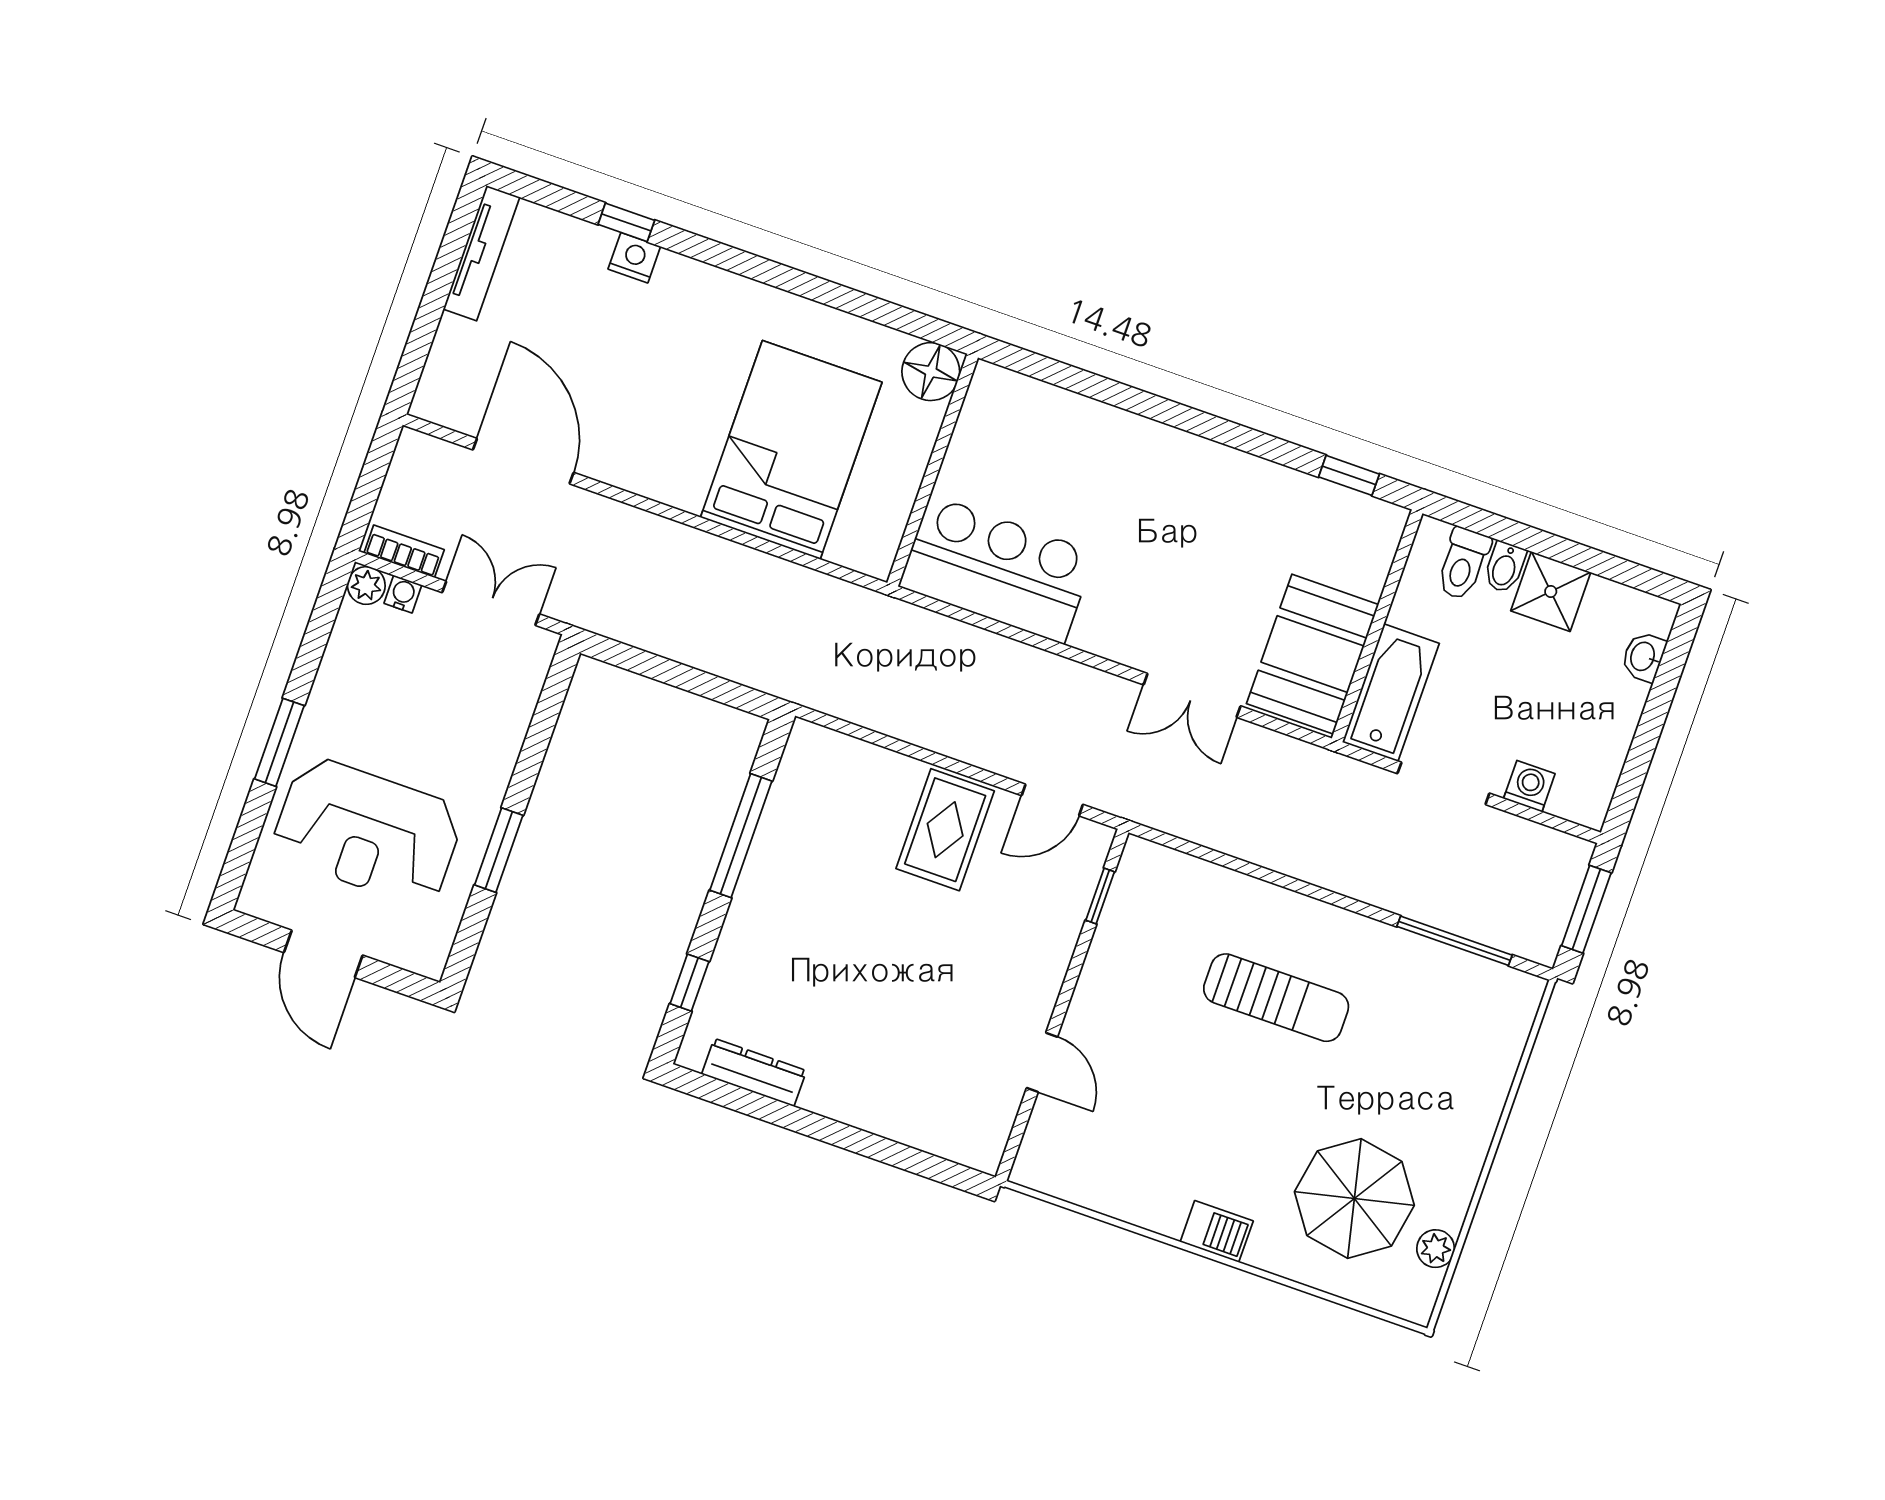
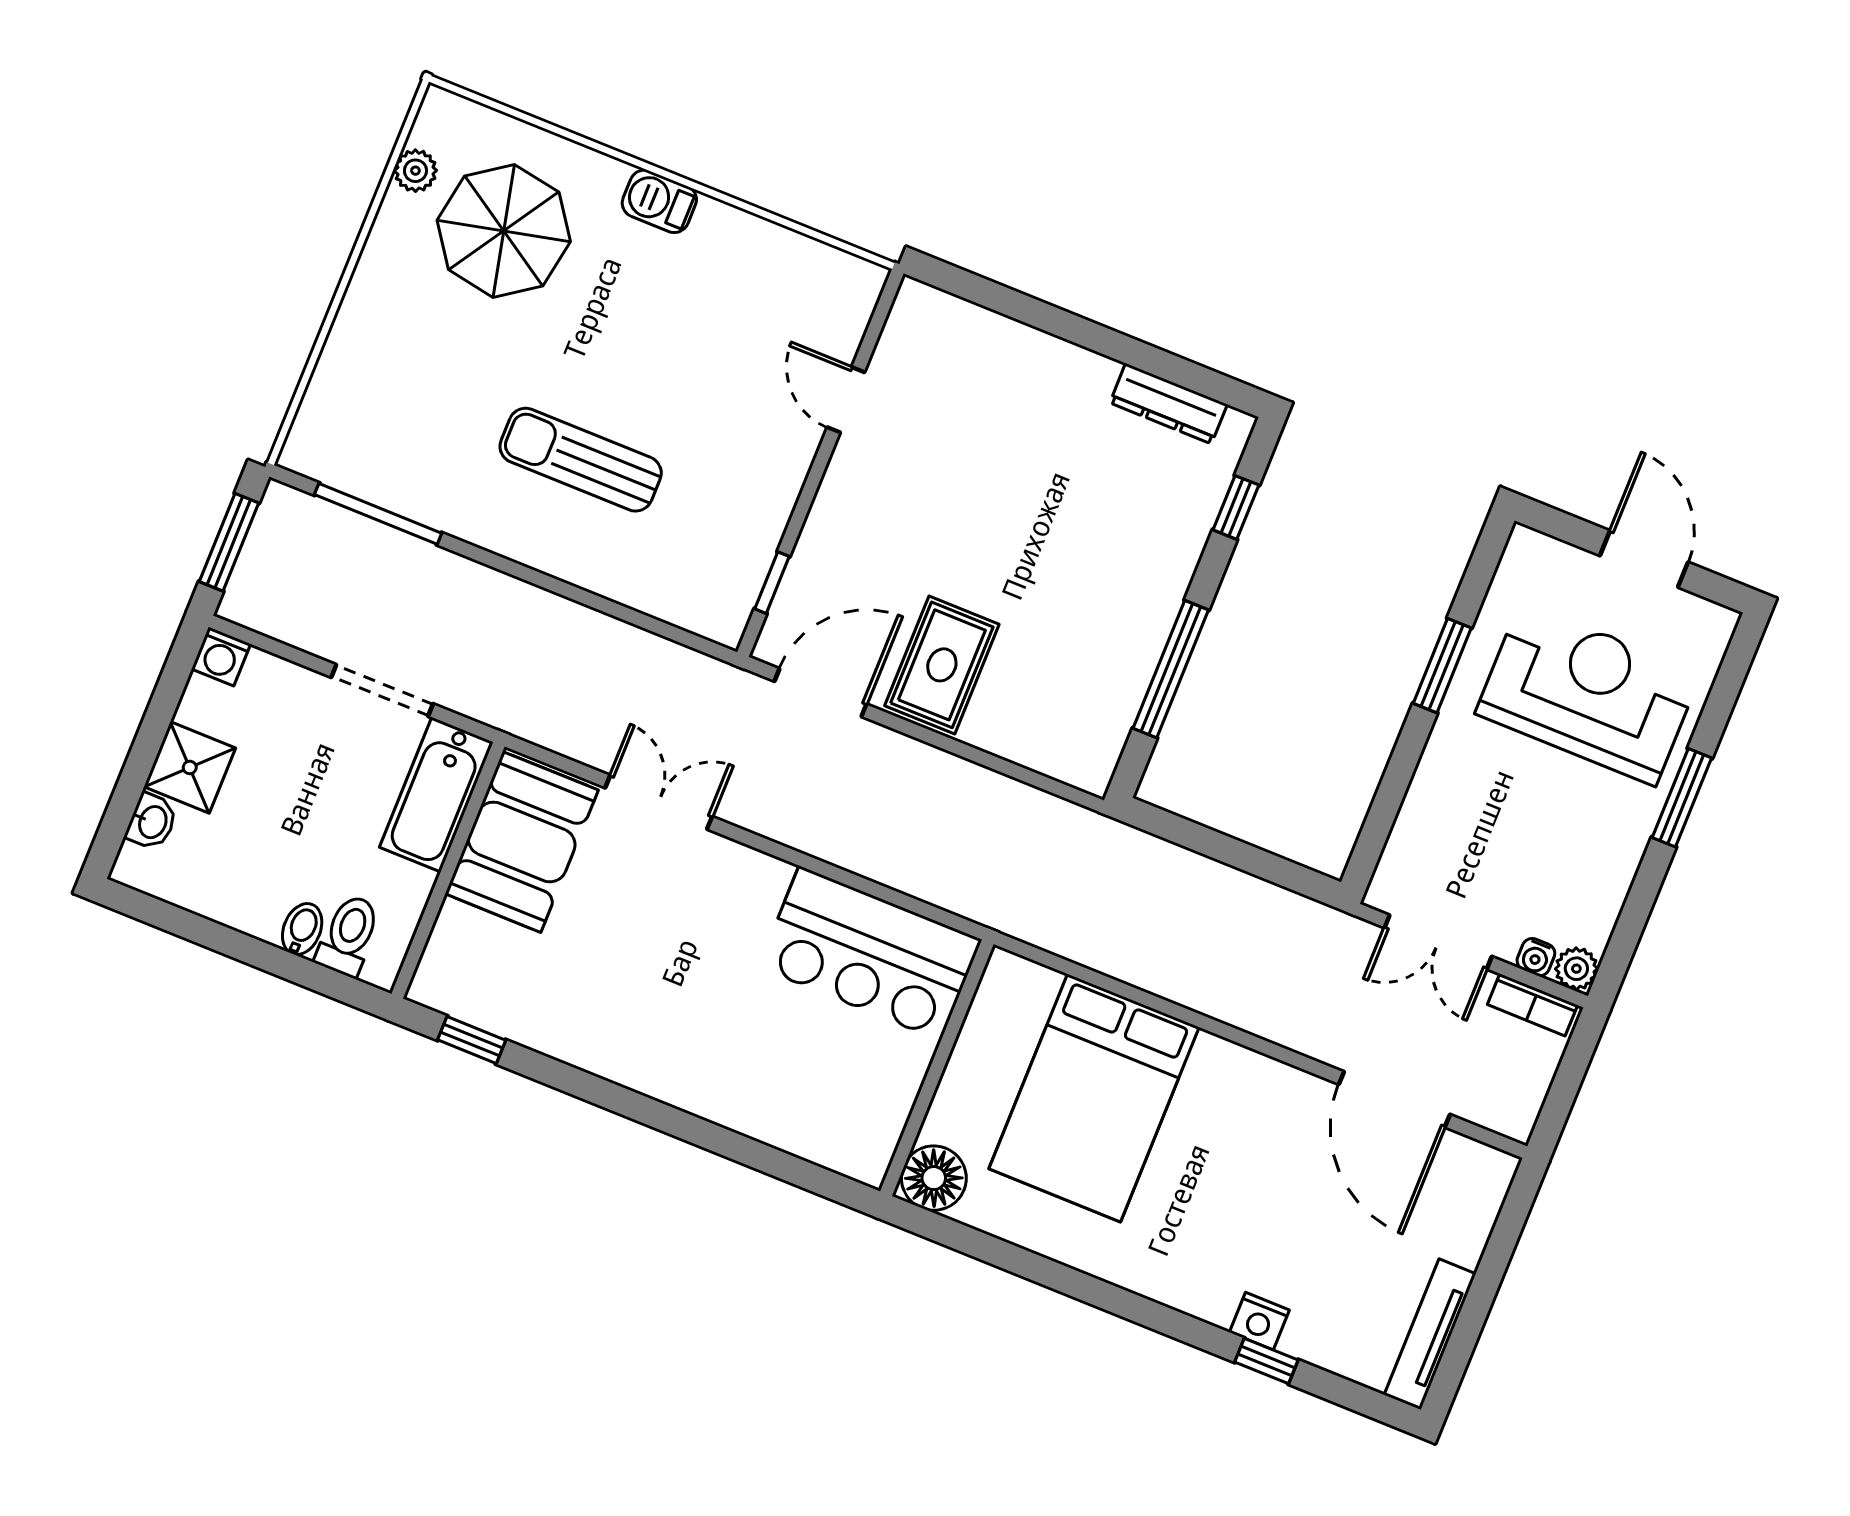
shower: (1551, 591) -> (190, 767), moved
washing machine: (1529, 786) -> (221, 656), moved
door: (1052, 800) -> (821, 693), width x1.38

